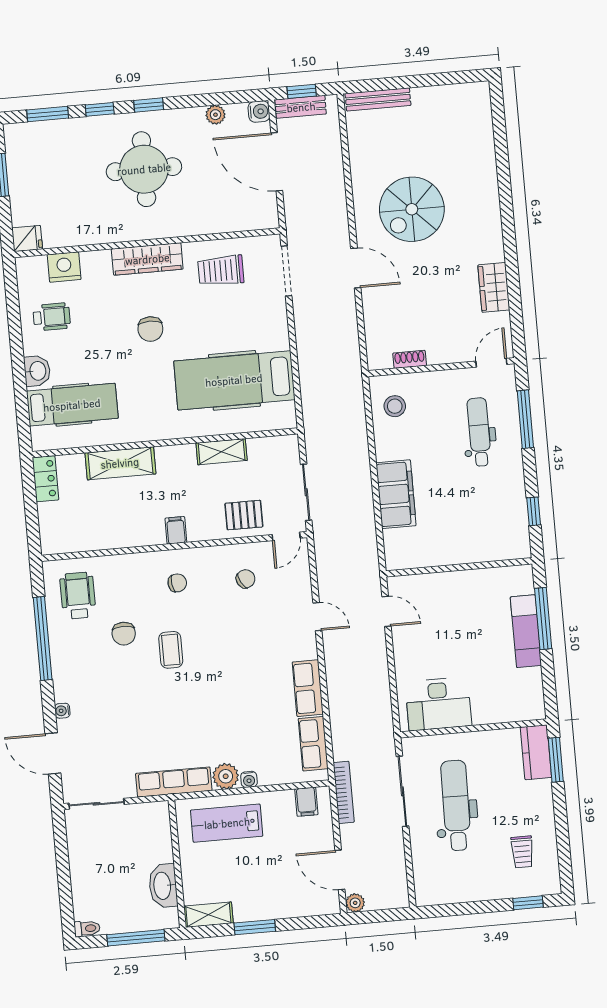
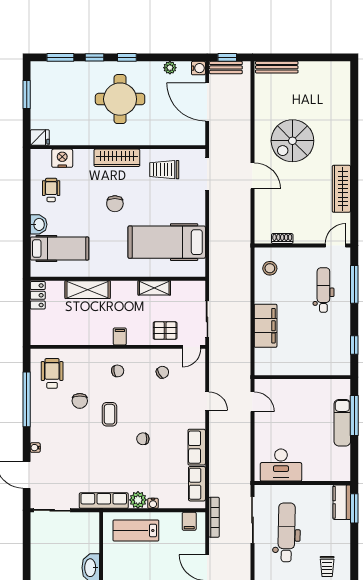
wardrobe: (494, 287) -> (341, 189), width x1.50
wheelchair: (52, 317) -> (51, 190), turned -90
chair: (225, 683) -> (143, 439), added

